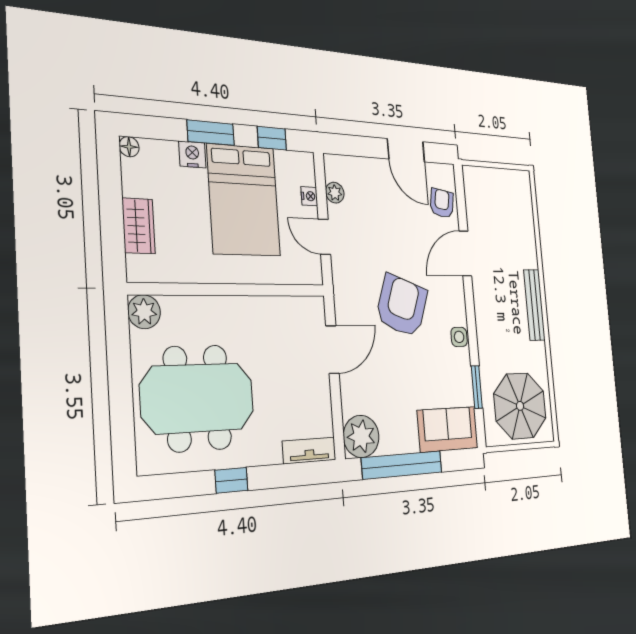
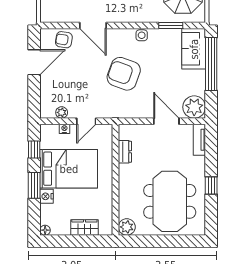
dresser: (279, 308) -> (125, 152), added
door: (332, 350) -> (166, 121), moved
window: (402, 465) -> (211, 64), moved

